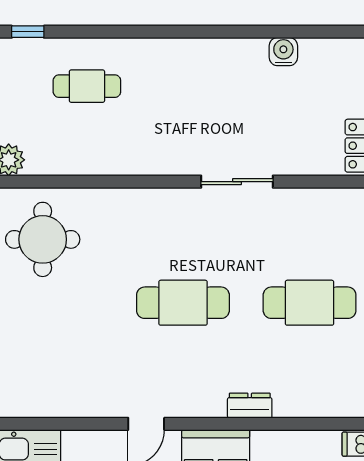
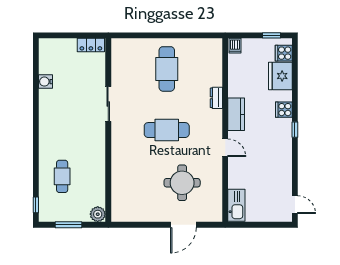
round table: (43, 239) -> (182, 183), moved
cafe table: (183, 303) -> (167, 130), turned 90

